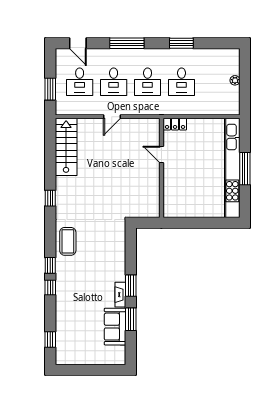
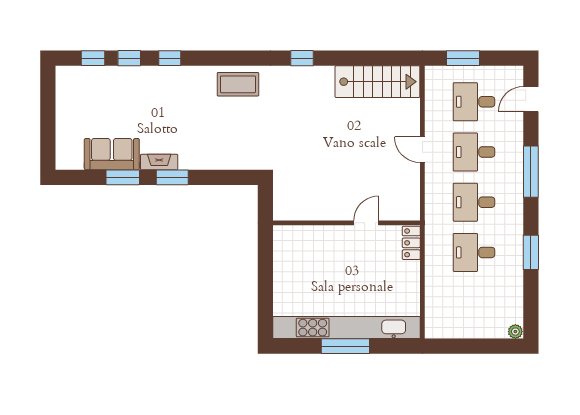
plant: (235, 80) -> (515, 332), moved
window: (50, 265) -> (129, 58), moved

